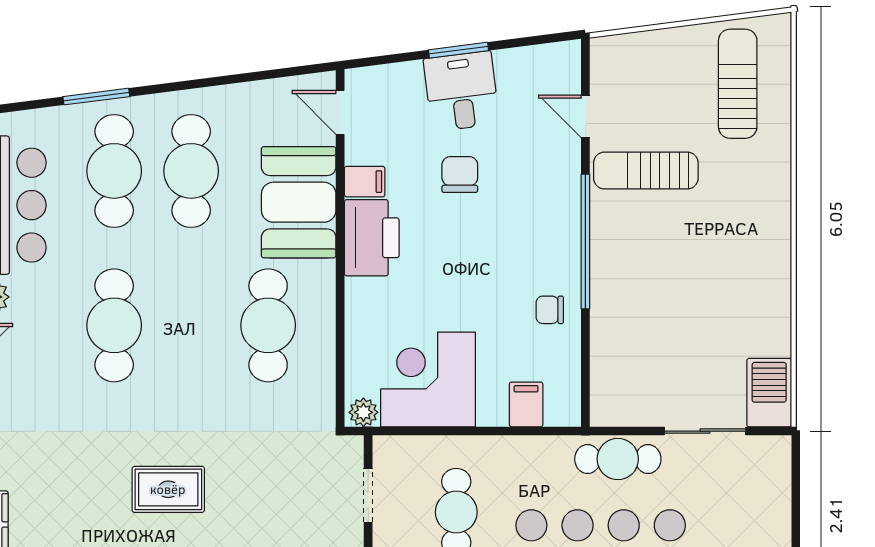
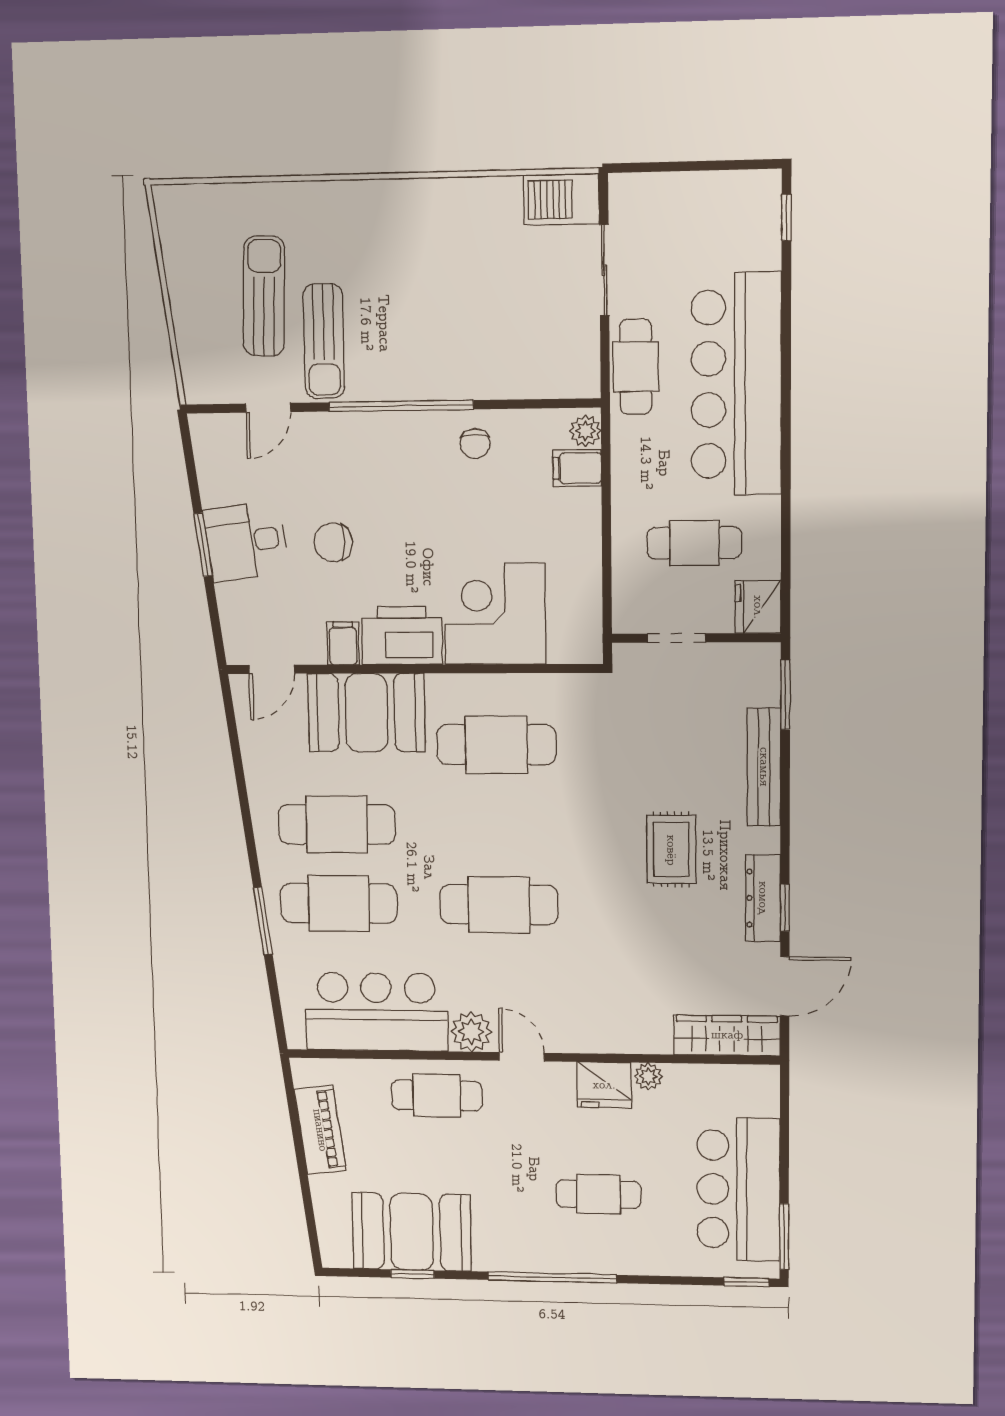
sun lounger: (738, 84) -> (264, 296), moved, turned 92
corner desk: (428, 379) -> (495, 614), moved, turned 90
plant: (363, 412) -> (585, 431), moved

